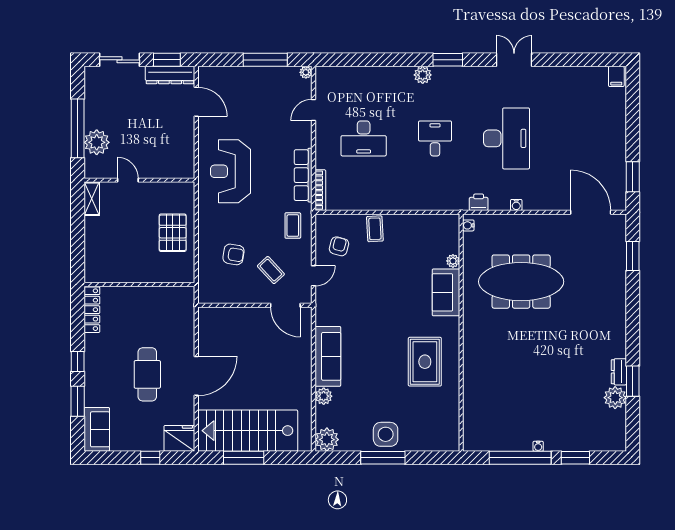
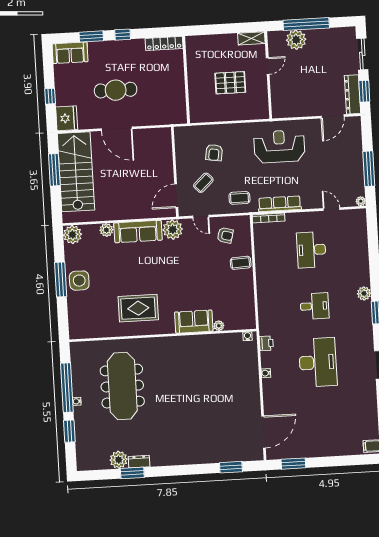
desk: (506, 138) -> (318, 362), turned -90
pallet: (173, 233) -> (230, 83), moved
meeting table: (521, 282) -> (122, 386), moved
plant: (328, 312) -> (173, 229), added

